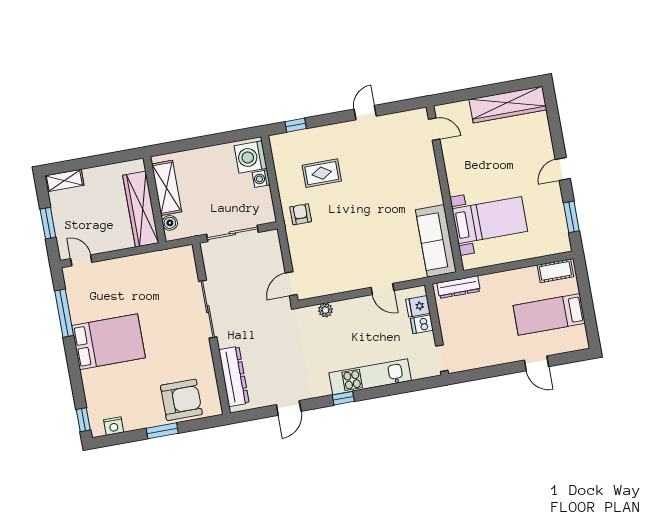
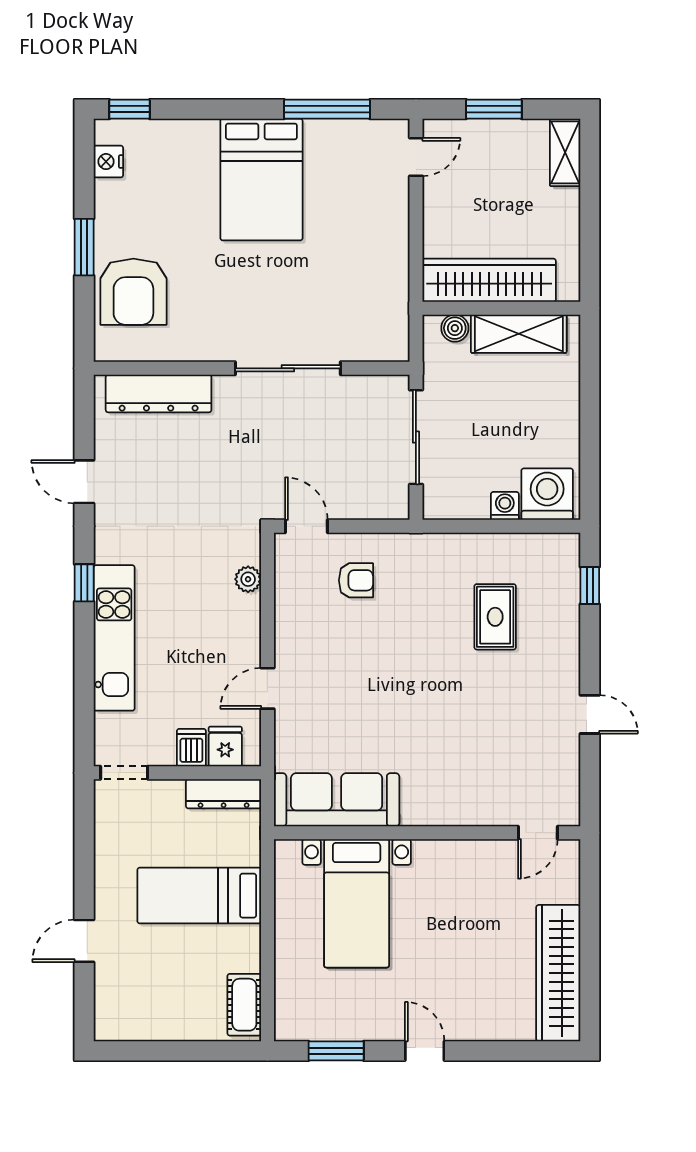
armchair: (301, 214) -> (356, 580), moved
dresser: (459, 287) -> (224, 794), moved, turned -90
bed: (549, 314) -> (199, 896), moved, turned -90

